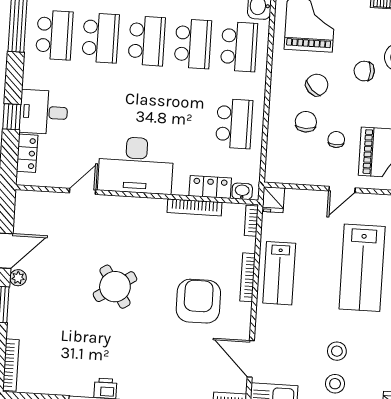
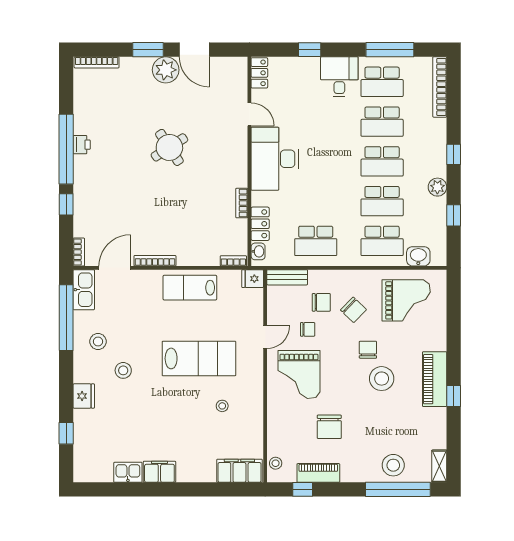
desk: (44, 112) -> (339, 77), moved
locker: (27, 153) -> (259, 73), moved, turned -90
bench: (274, 159) -> (287, 277), added
door: (342, 189) -> (265, 337), swing flipped
bookcase: (195, 207) -> (242, 203), width x0.64
lab bench: (362, 268) -> (199, 358), turned 180
bookcase: (248, 277) -> (155, 261), moved
plant: (18, 278) -> (166, 70), width x1.88, depth x1.88
armchair: (198, 301) -> (161, 220), removed
stool: (337, 351) -> (123, 370), moved

